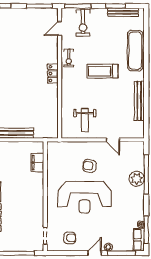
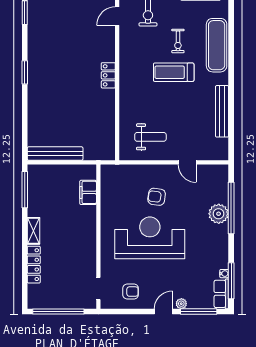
exercise bike: (69, 58) -> (178, 41), moved
weight bench: (85, 120) -> (150, 137), turned -90
reception desk: (84, 197) -> (150, 238), turned 180

